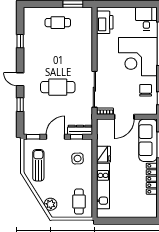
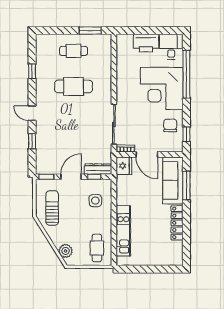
printer: (105, 22) -> (146, 43), moved, turned 90
cafe table: (58, 87) -> (74, 86), moved
door: (124, 117) -> (147, 154), hinge flipped
fridge: (103, 154) -> (124, 166), moved

